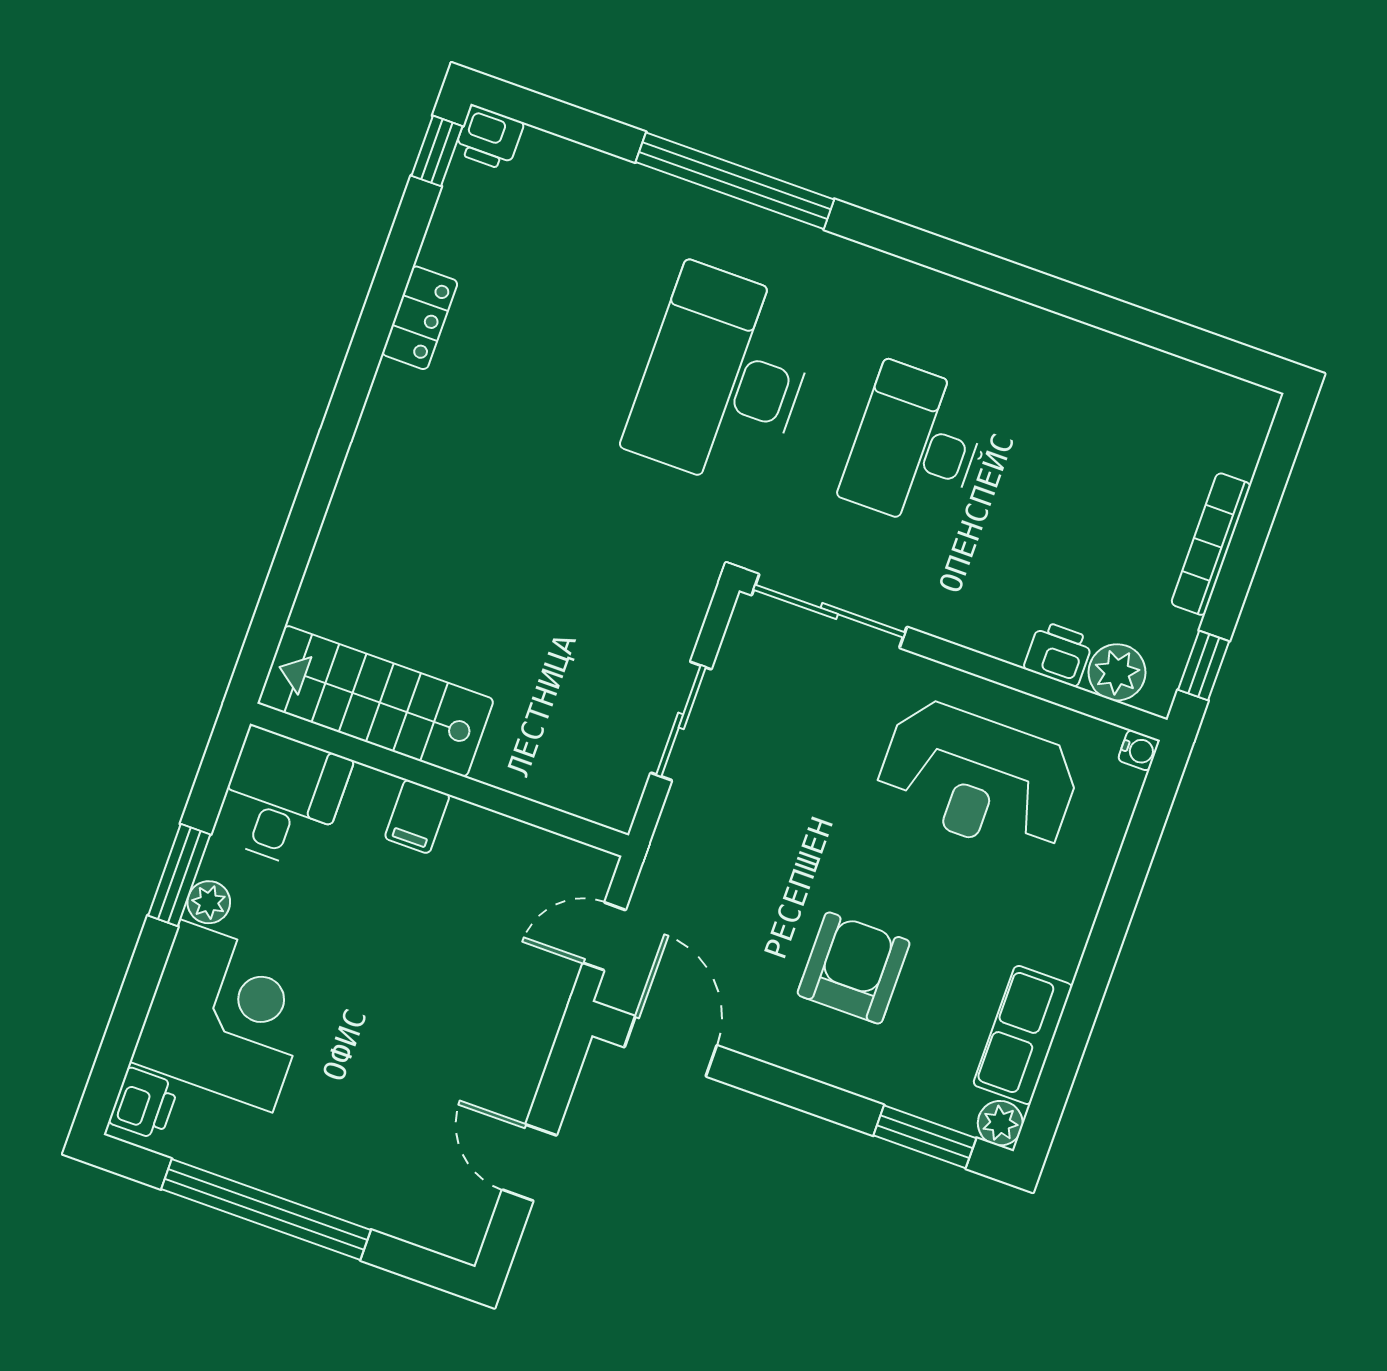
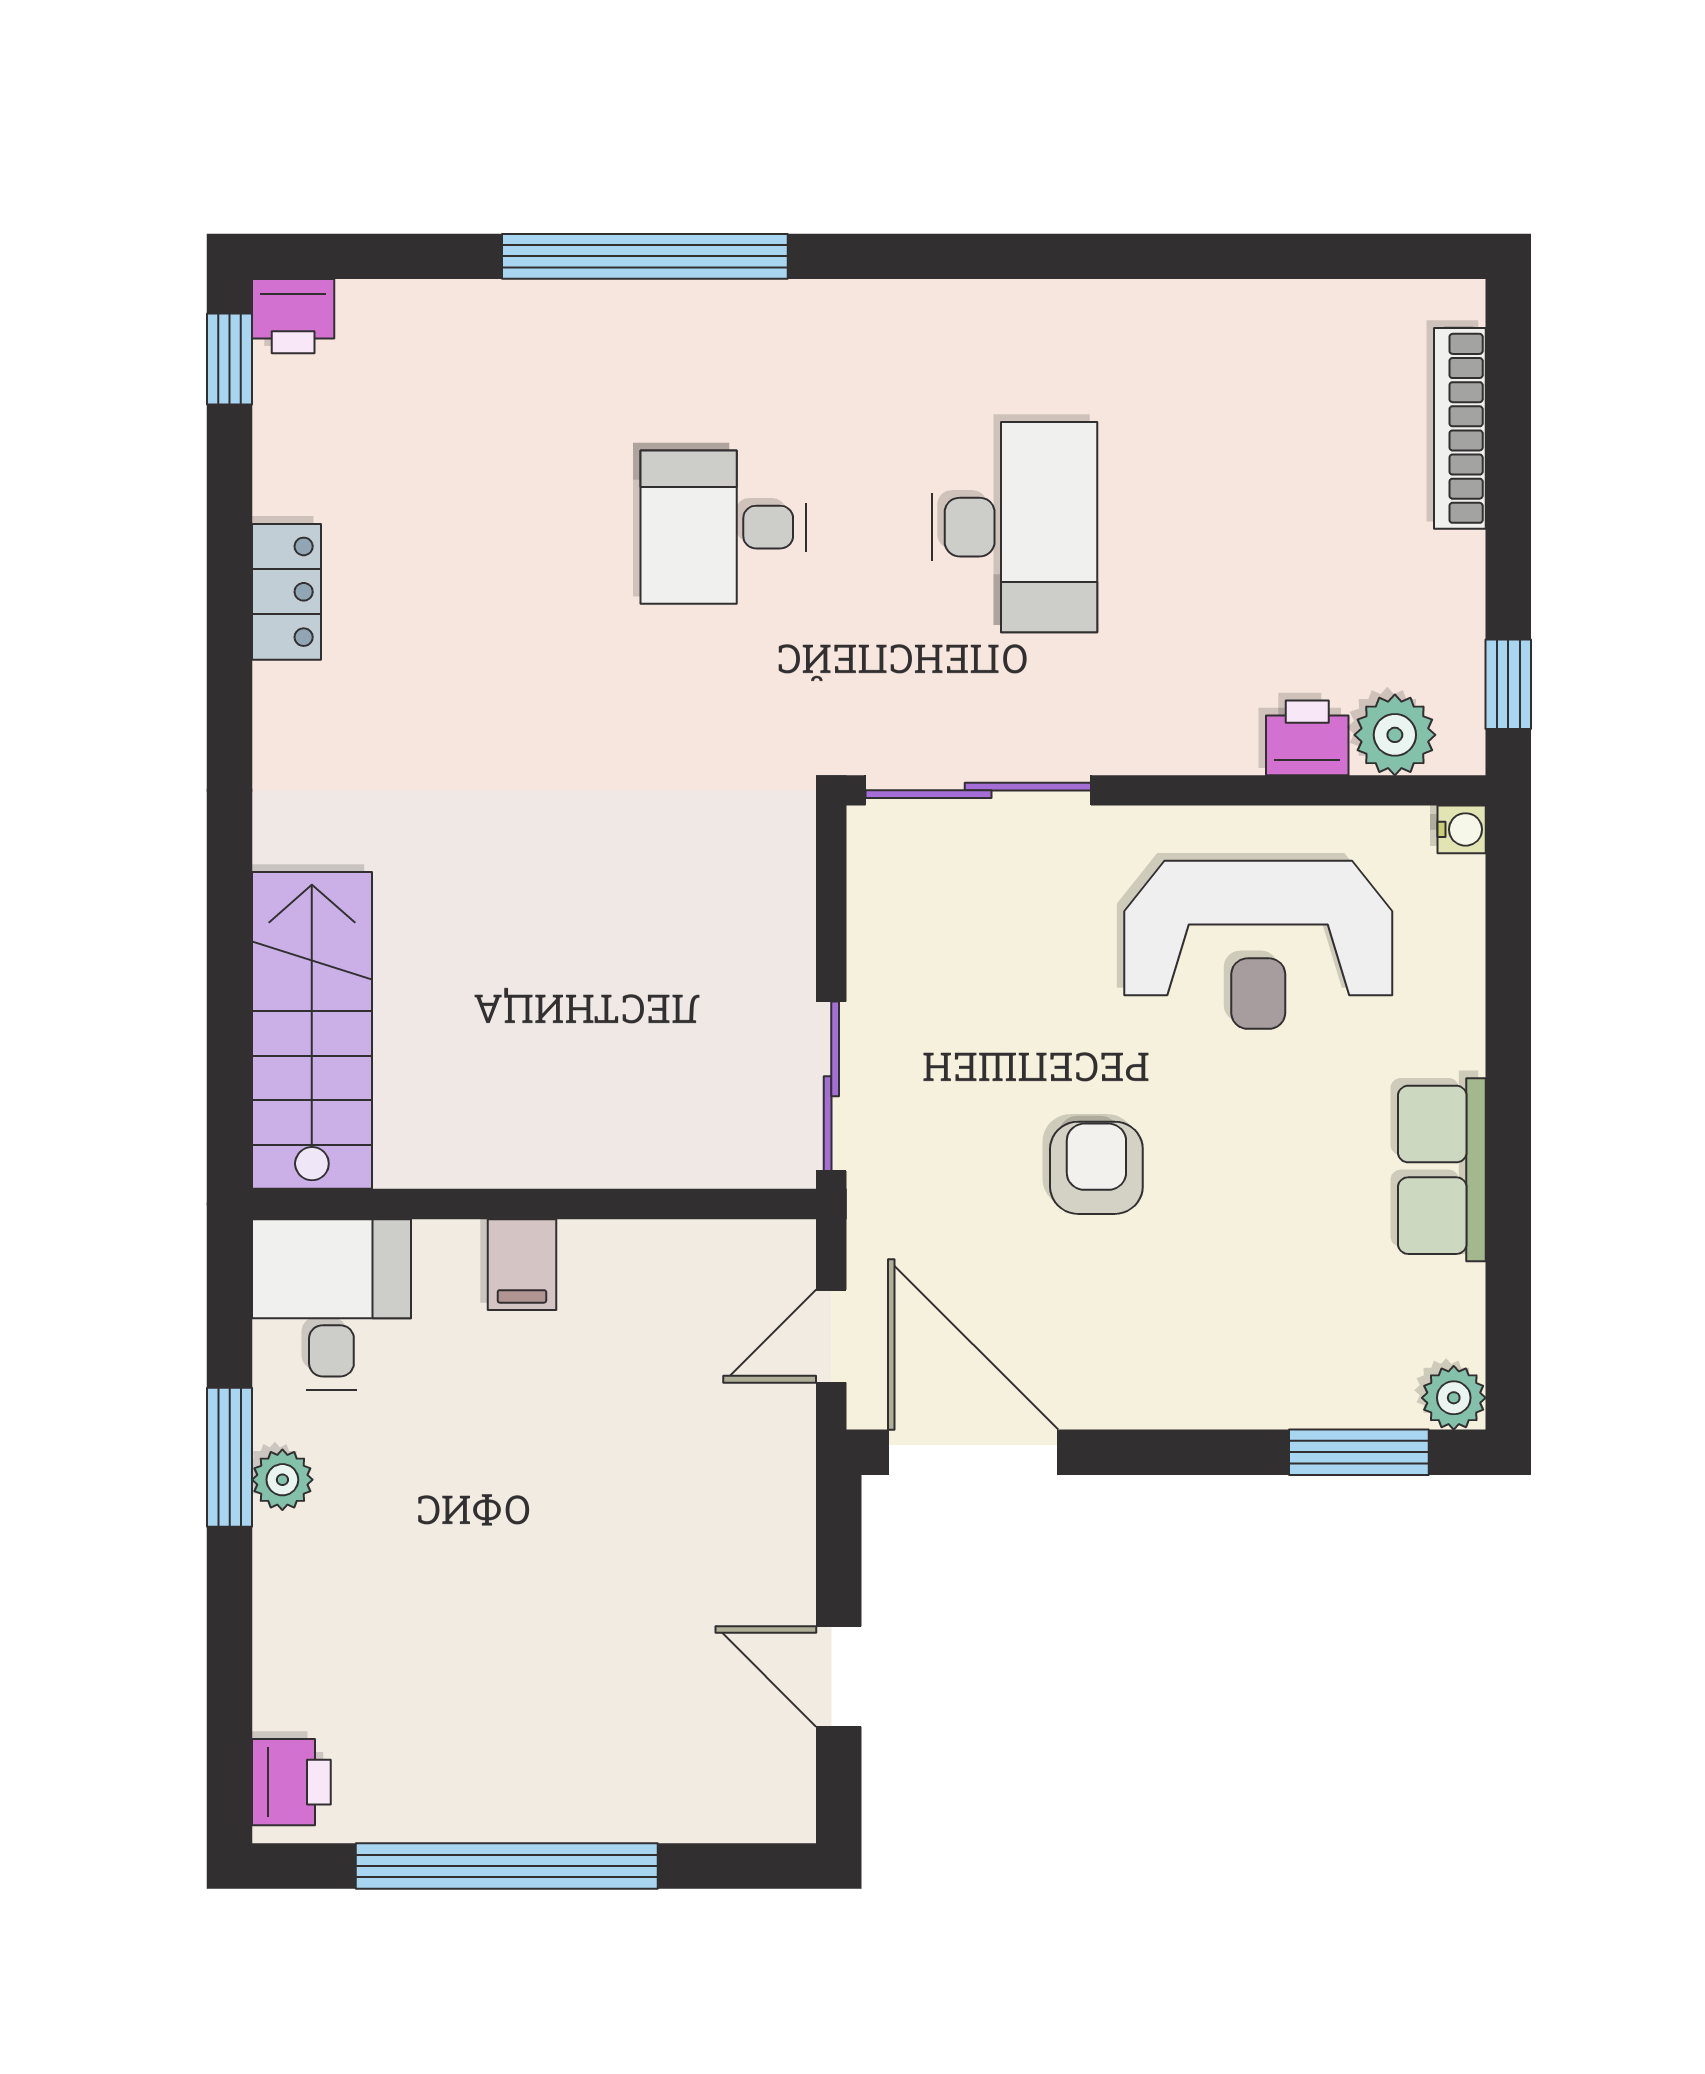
desk: (723, 378) -> (723, 527), width x0.53, depth x0.77
desk: (915, 446) -> (1014, 527), turned 180
bookcase: (1211, 544) -> (1460, 428), moved
stairs: (376, 701) -> (312, 1030), moved, turned 90
sliding door: (681, 721) -> (831, 1086), moved
armchair: (854, 968) -> (1096, 1168), moved, width x0.72, depth x0.72
corner desk: (226, 1016) -> (361, 1624), removed
row of seats: (1023, 1035) -> (1442, 1170), moved
door: (671, 1046) -> (973, 1452), width x1.36

